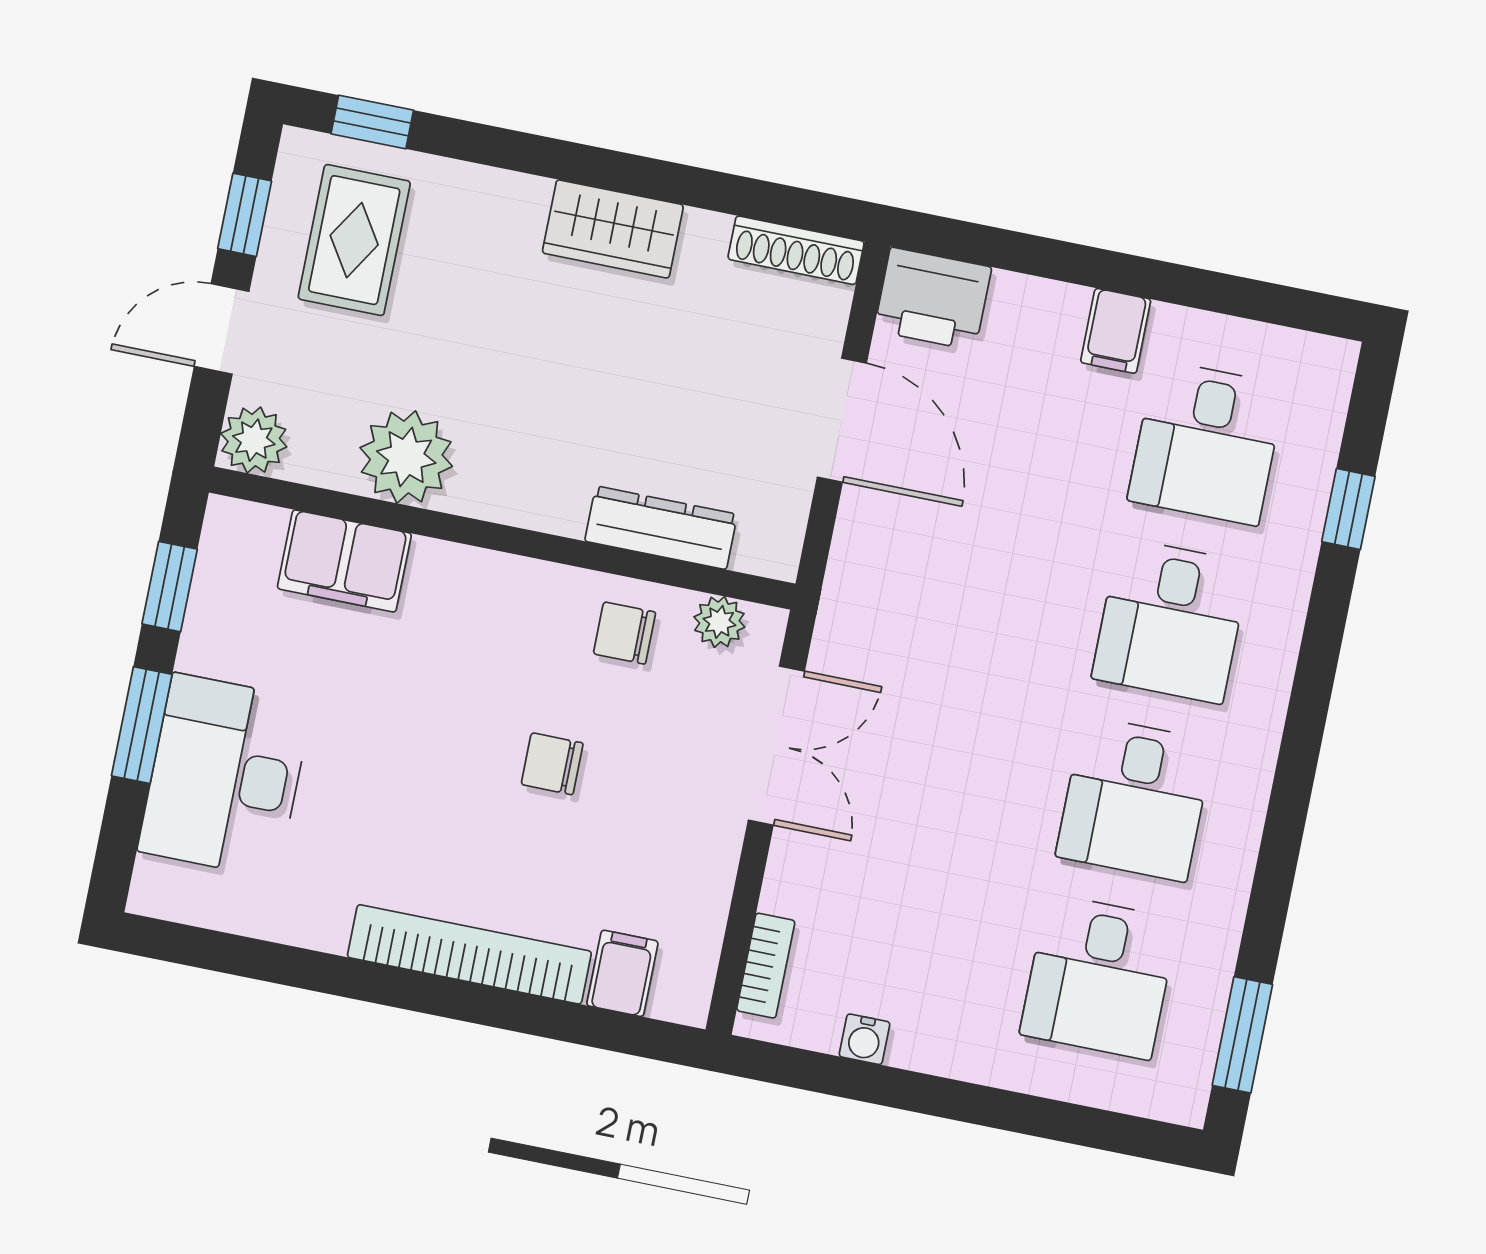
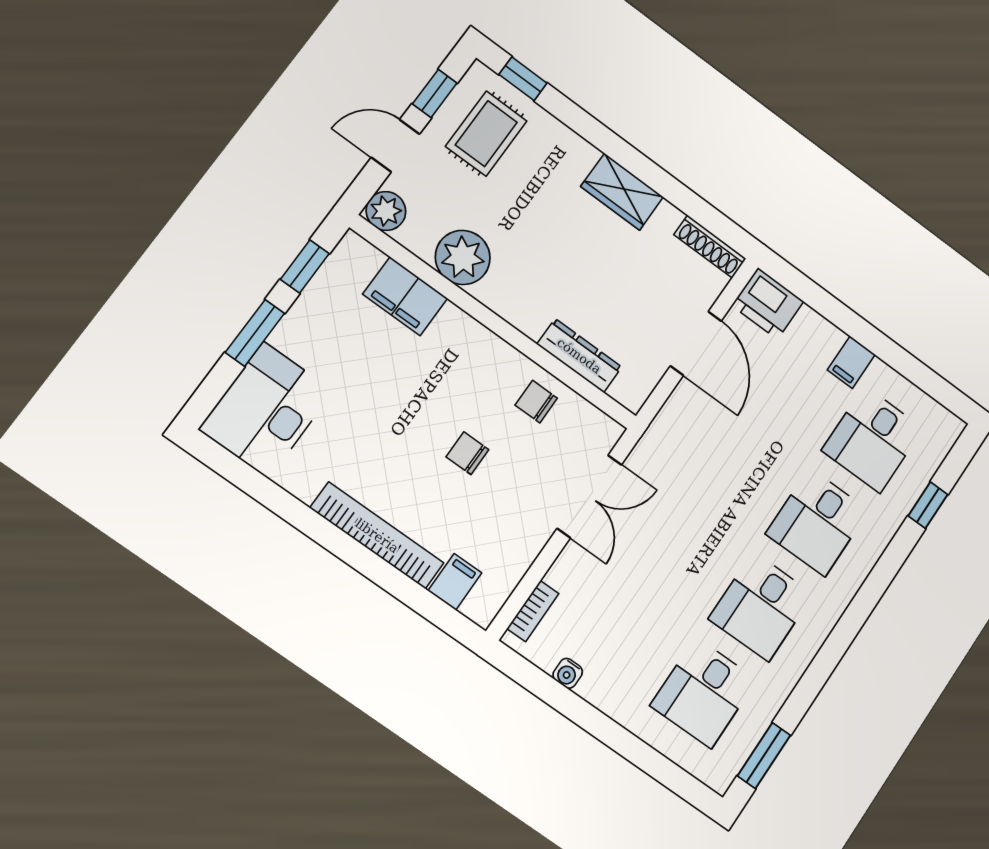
plant: (719, 622) -> (588, 418), removed
desk: (225, 776) -> (266, 410), moved

